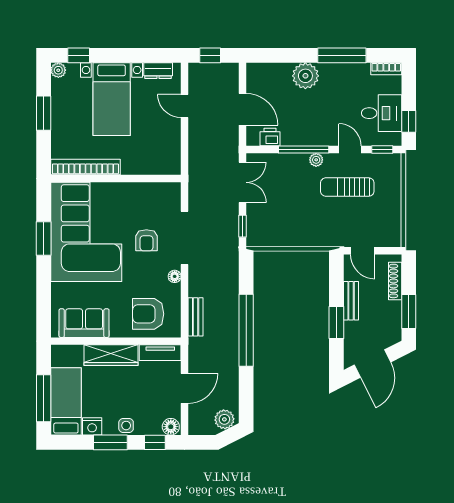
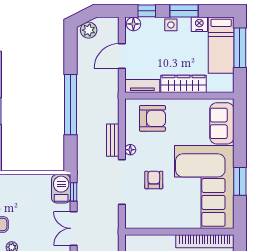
barbecue: (257, 230) -> (61, 189), added
bench: (196, 317) -> (113, 140), moved
sofa: (84, 323) -> (222, 123), moved, turned 90

